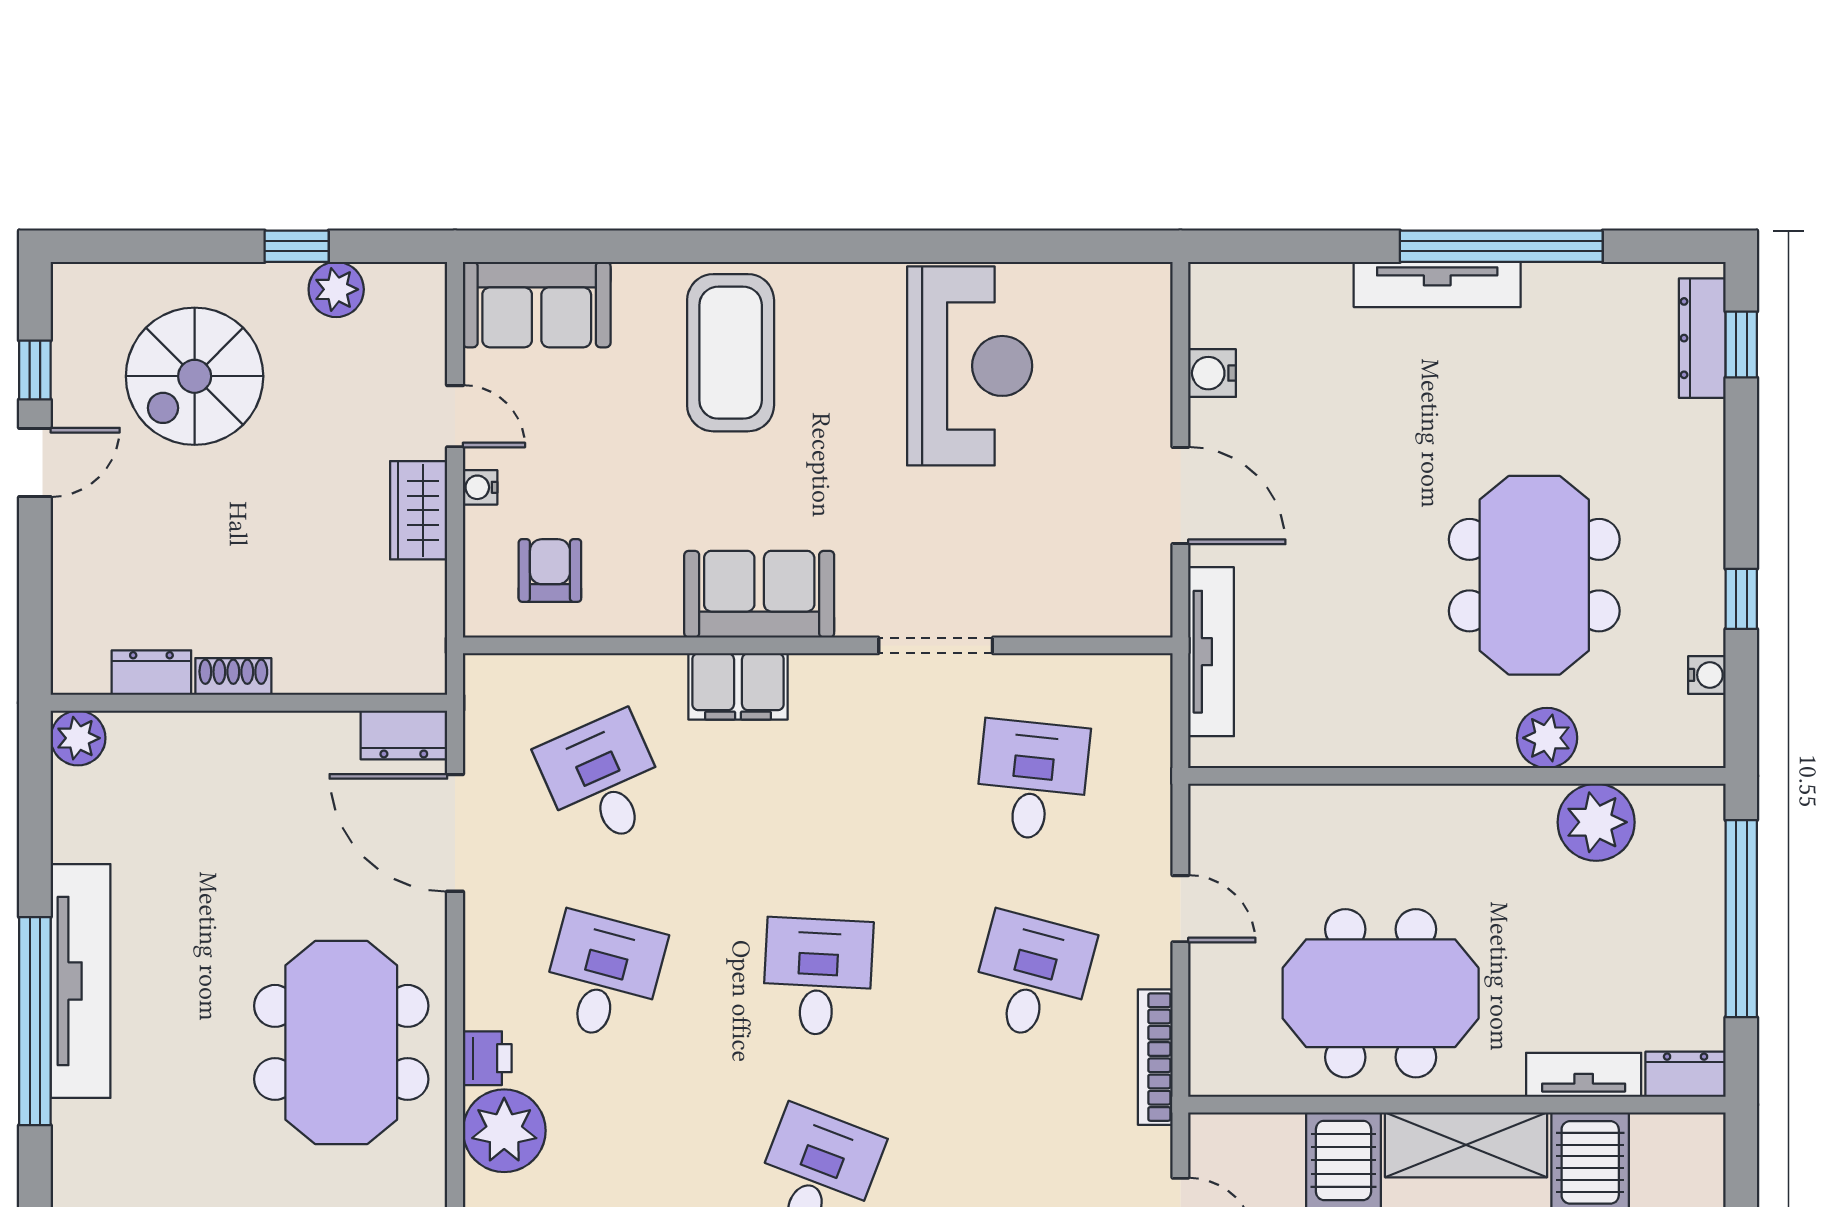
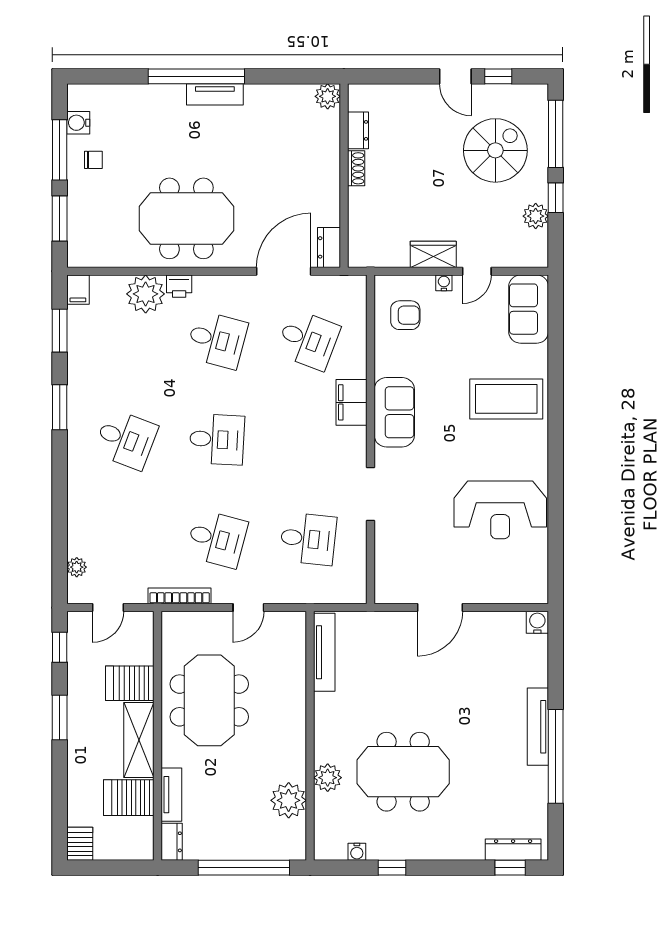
window: (159, 246) -> (556, 134), added
water cooler: (1212, 373) -> (537, 622), moved
spiral stairs: (195, 376) -> (495, 150), turned 90
tv unit: (1211, 652) -> (324, 652), moved, turned -90
desk: (603, 780) -> (308, 340), turned 45
tv unit: (80, 981) -> (215, 94), width x0.52, depth x0.78

